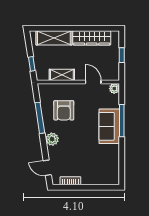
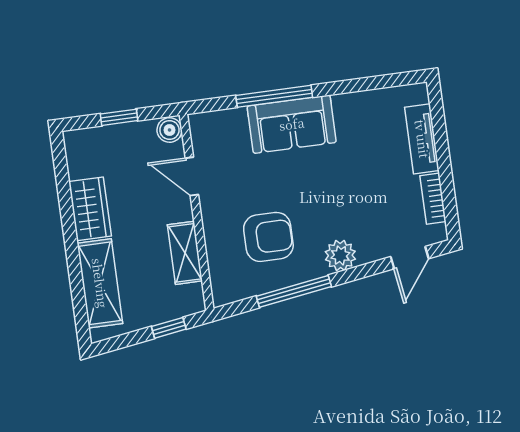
wardrobe: (92, 38) -> (90, 209), width x0.67
boiler: (114, 75) -> (169, 130), added
door: (93, 82) -> (192, 176), hinge flipped
plant: (114, 89) -> (201, 124), removed
tv unit: (96, 179) -> (422, 139), added

